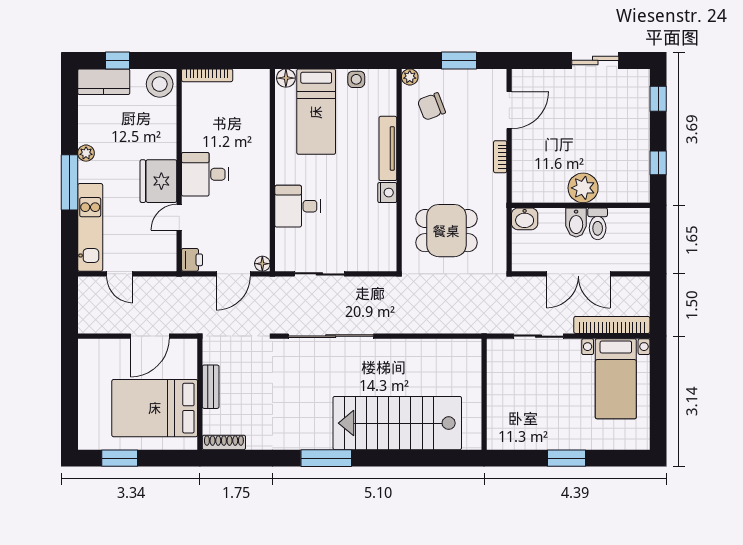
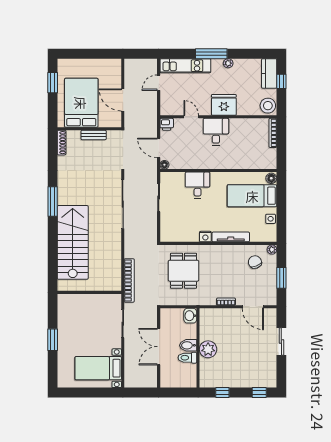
sliding door: (595, 60) -> (281, 342), moved
fridge: (158, 181) -> (224, 105), moved
bookcase: (612, 325) -> (129, 280), moved

